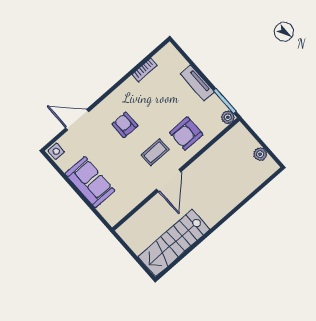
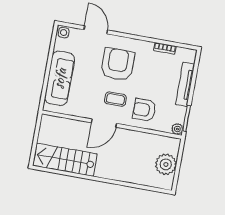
tv unit: (197, 83) -> (185, 84), width x1.41
armchair: (125, 125) -> (118, 64), width x1.88, depth x1.88
plant: (260, 154) -> (166, 164), width x1.87, depth x1.87
sofa: (90, 182) -> (60, 78), width x1.36

